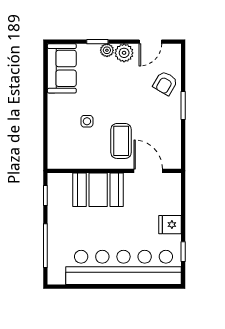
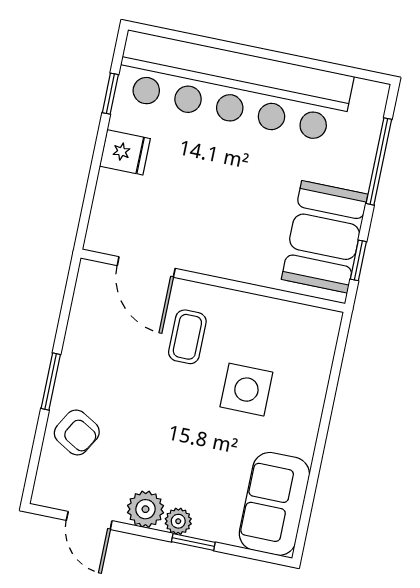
door: (150, 42) -> (89, 521), swing flipped
armchair: (165, 83) -> (77, 432), turned 90
side table: (87, 121) -> (246, 390), width x1.87, depth x1.87
coffee table: (121, 141) -> (187, 337), width x0.73, depth x0.77
booth: (98, 190) -> (325, 237), moved, turned 90

